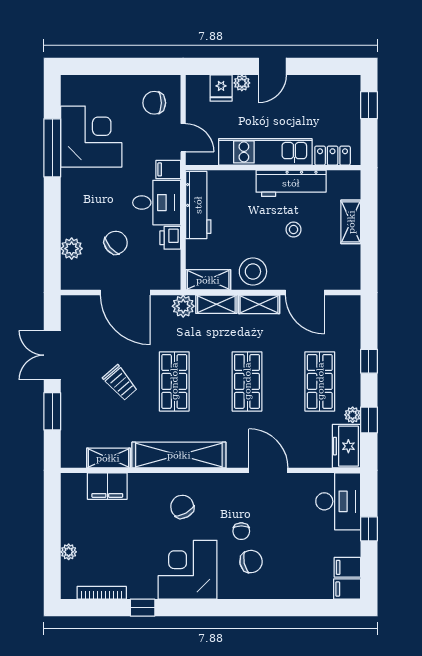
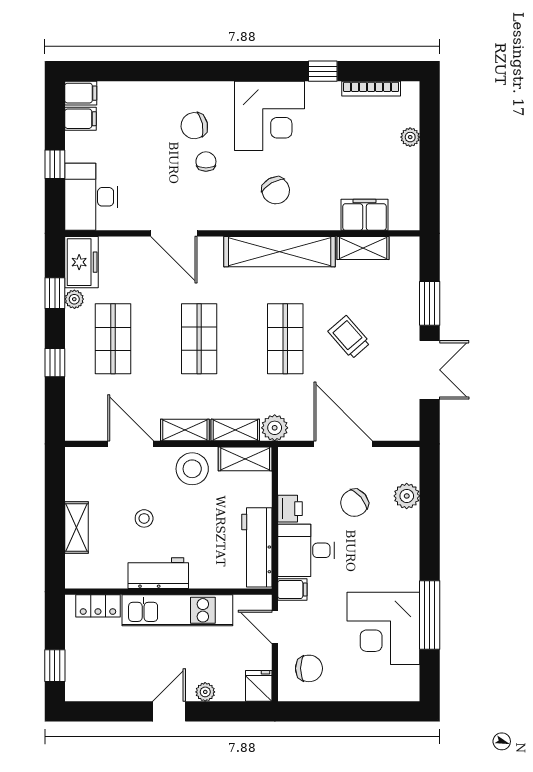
fridge: (221, 88) -> (259, 686), moved
workbench: (291, 183) -> (158, 573), width x0.73

